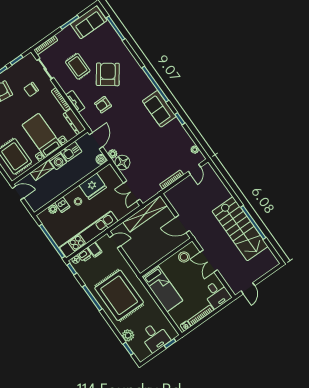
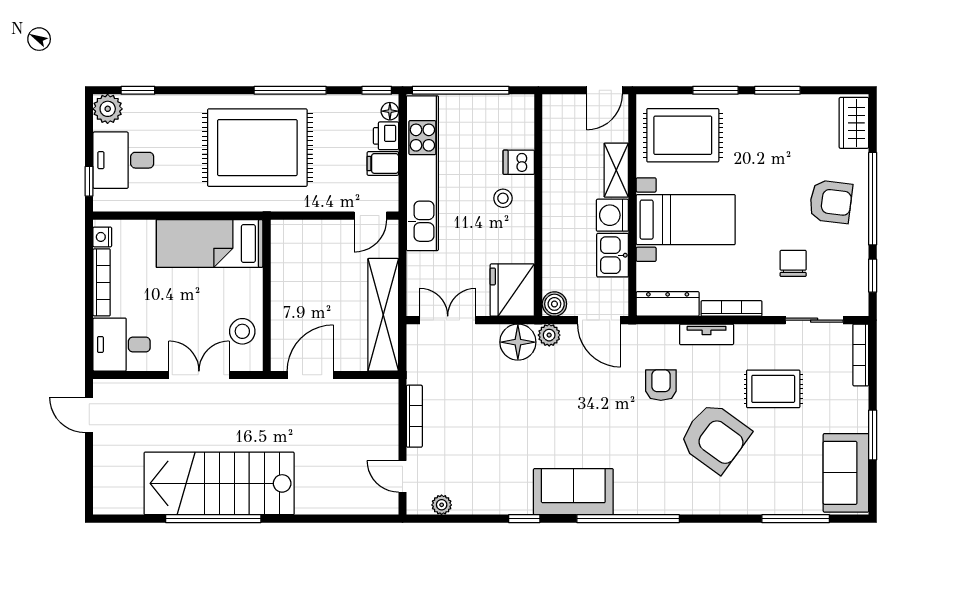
fridge: (93, 186) -> (512, 290), moved
plant: (53, 209) -> (523, 137), removed
plant: (128, 335) -> (108, 109), moved

